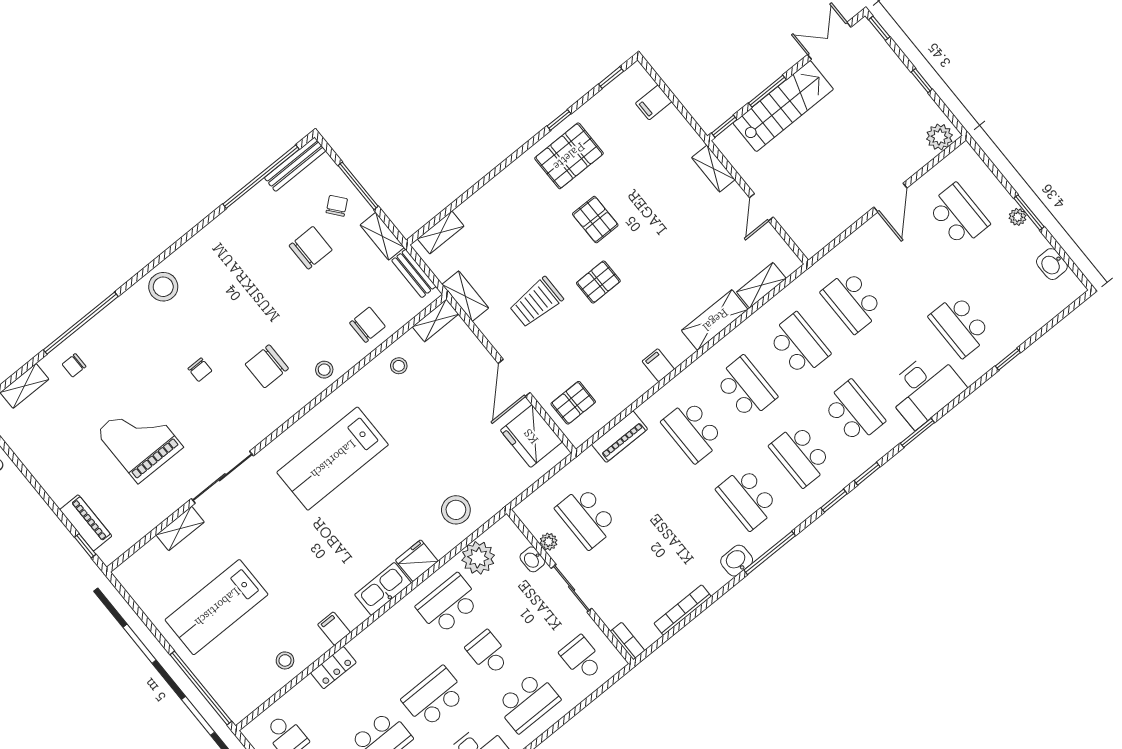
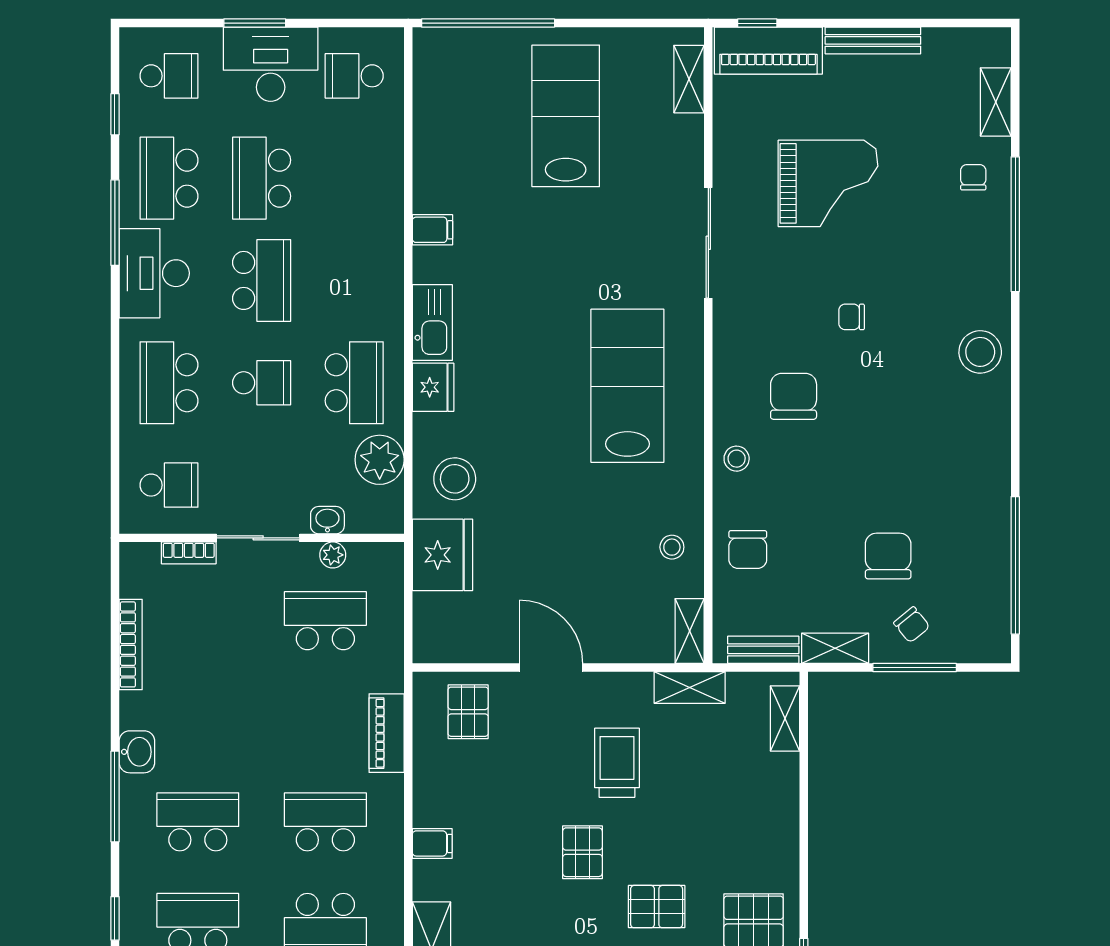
bench: (295, 164) -> (873, 40), moved, turned 90
chair: (311, 248) -> (888, 556), turned 180
fridge: (531, 436) -> (443, 555), moved, turned 90
piano: (86, 523) -> (768, 51), width x1.37, depth x1.33
shelving: (180, 528) -> (689, 79), moved
bookcase: (627, 641) -> (189, 553), moved
stool: (285, 660) -> (441, 144), removed
locker: (333, 668) -> (388, 193), removed

